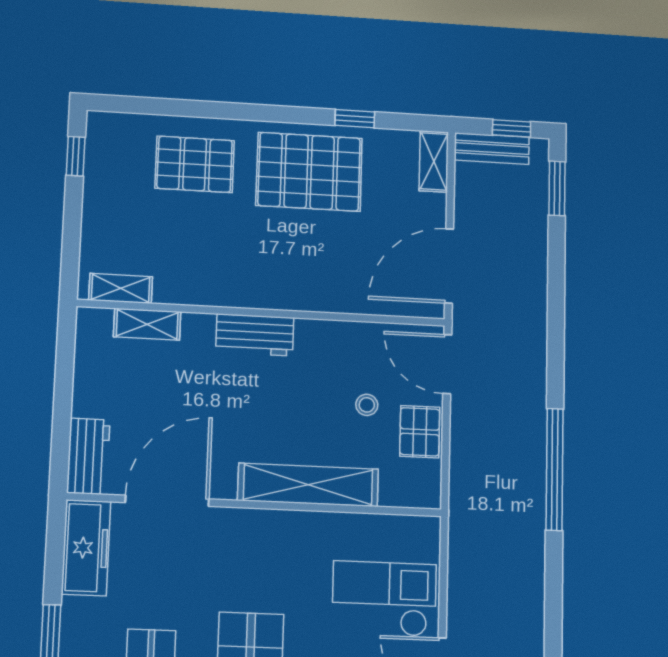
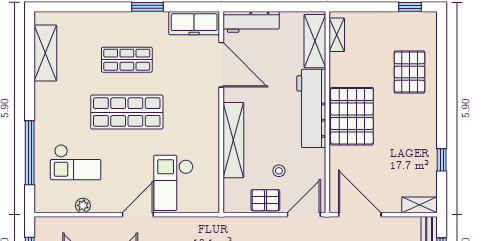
pallet: (309, 172) -> (352, 116), moved
shelving: (147, 324) -> (315, 41), width x1.50, depth x1.33
workbench: (255, 335) -> (311, 108), width x1.88, depth x1.32
workbench: (88, 456) -> (251, 22), width x1.37
checkout: (384, 599) -> (173, 183), turned 180

